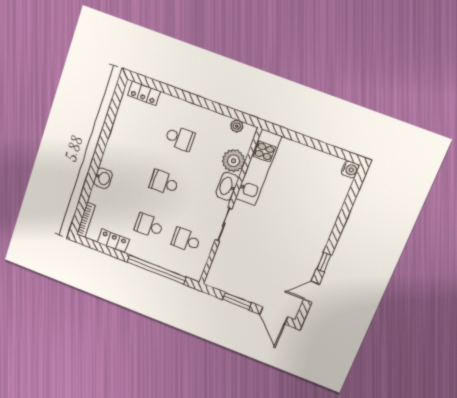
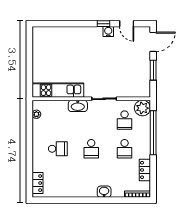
school desk: (180, 138) -> (58, 149), turned 90
plant: (233, 161) -> (142, 108), moved
water cooler: (350, 169) -> (108, 32), moved

